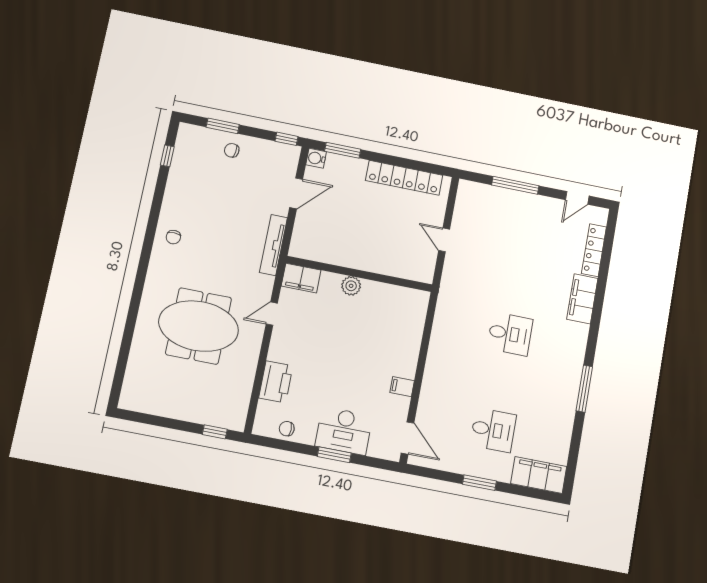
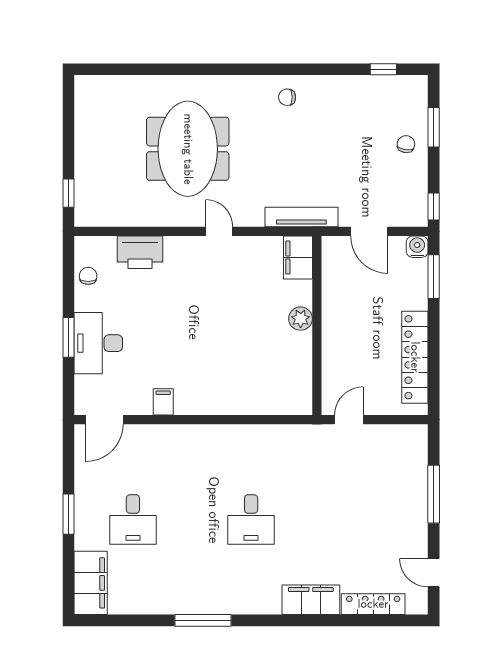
wall: (359, 274) -> (317, 326), moved
filing cabinet: (301, 278) -> (298, 257), moved
plant: (351, 286) -> (301, 319), moved

